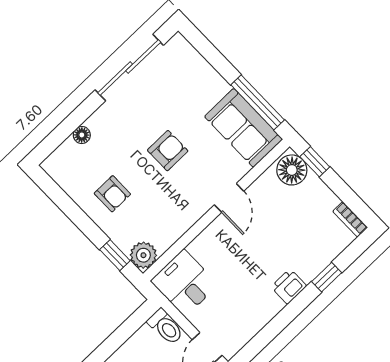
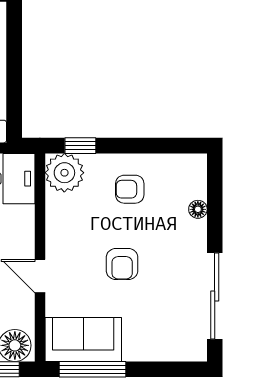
plant: (143, 255) -> (64, 173), width x1.36, depth x1.36

